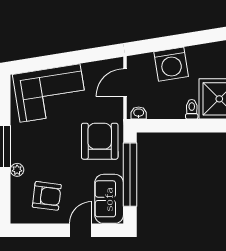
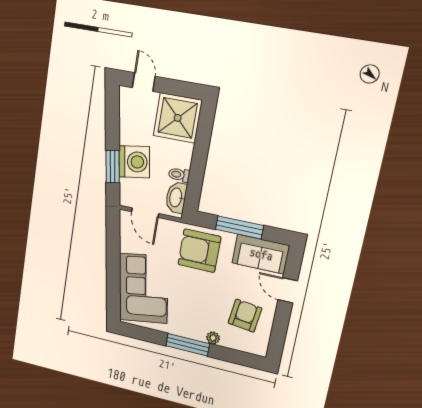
window: (162, 44) -> (113, 167), added
toilet: (192, 109) -> (179, 175), moved
washbasin: (139, 113) -> (176, 198), width x1.91, depth x1.45
window: (130, 175) -> (239, 227), width x0.68

